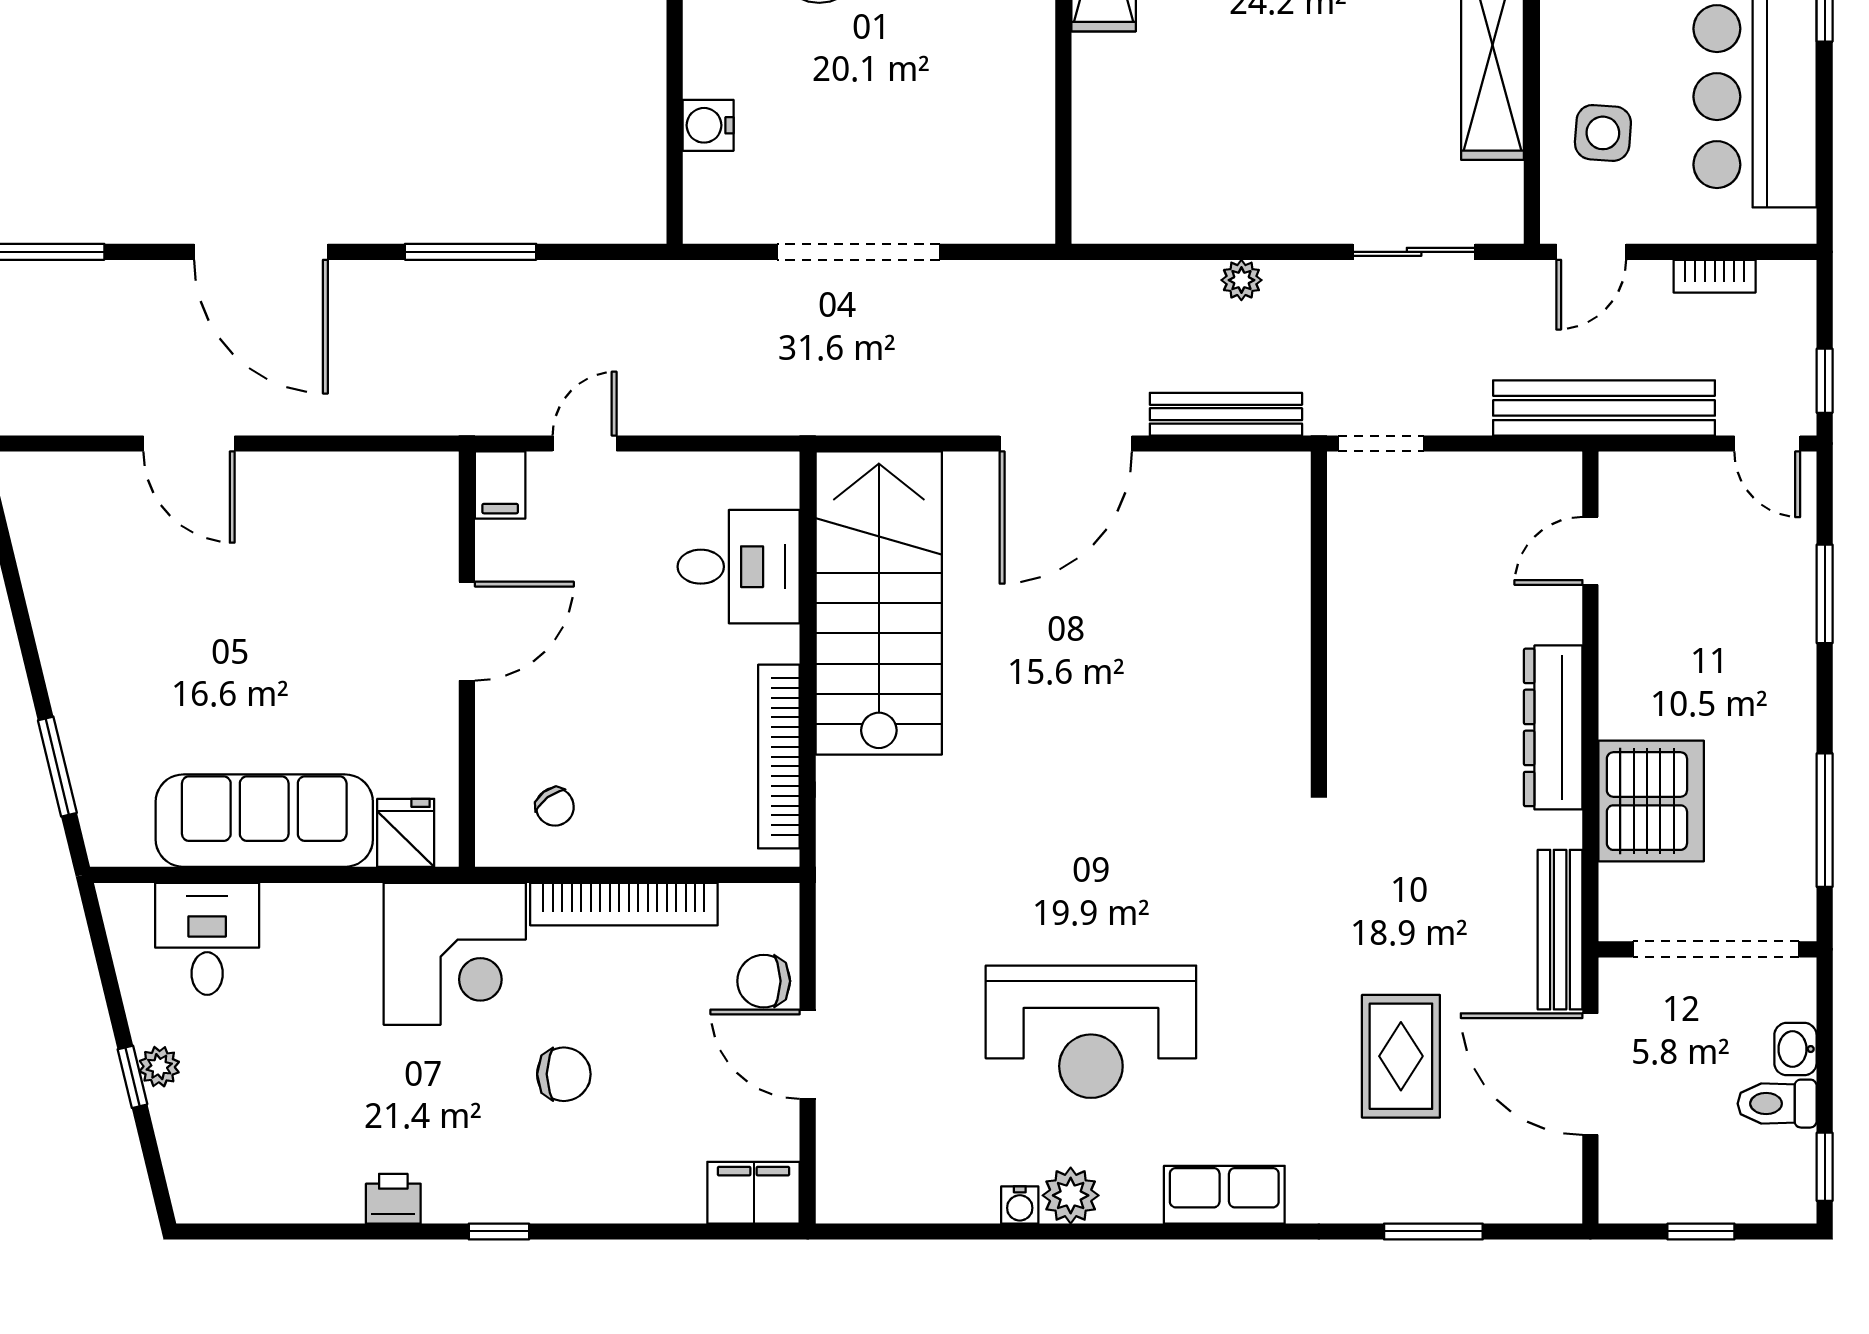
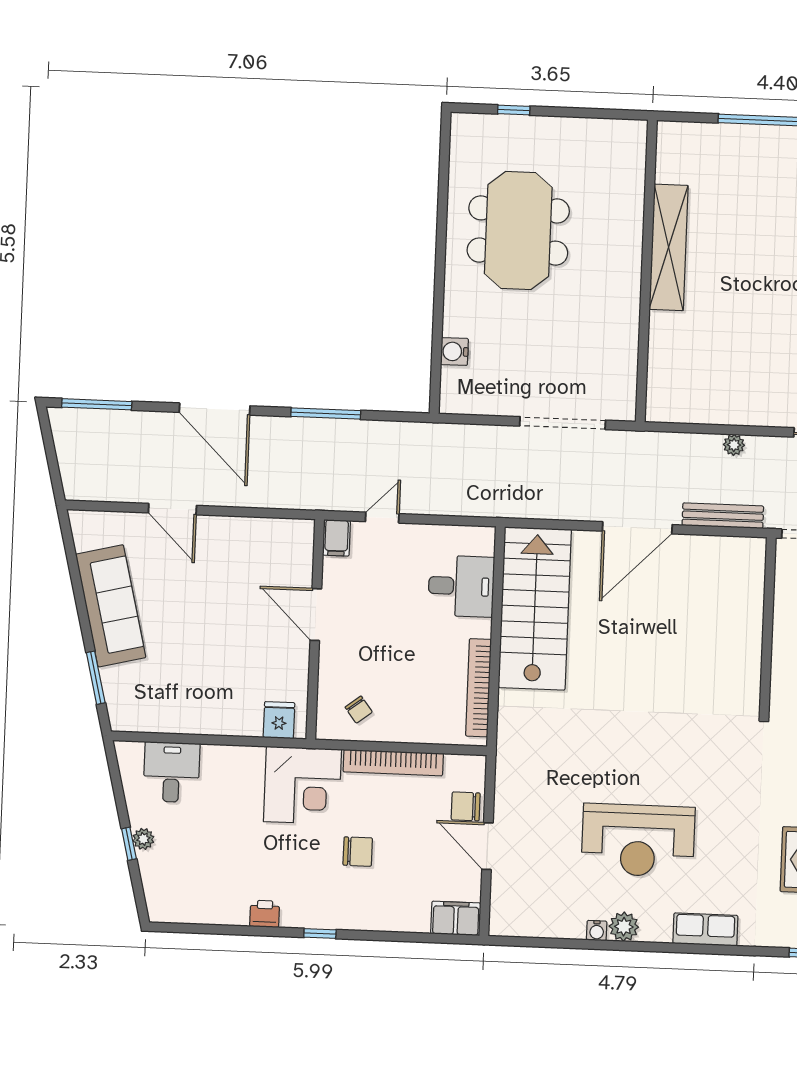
doorway: (858, 252) -> (563, 423), moved
door: (467, 631) -> (316, 615), swing flipped
sofa: (264, 821) -> (111, 606), moved, turned 76

